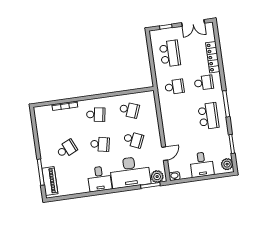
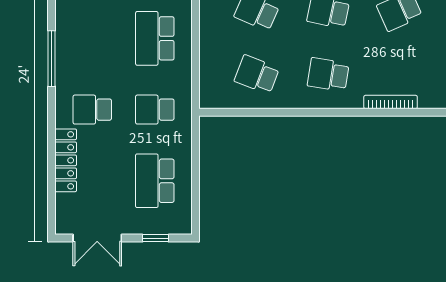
double door: (193, 23) -> (97, 238), swing flipped
school desk: (208, 116) -> (155, 38), moved

